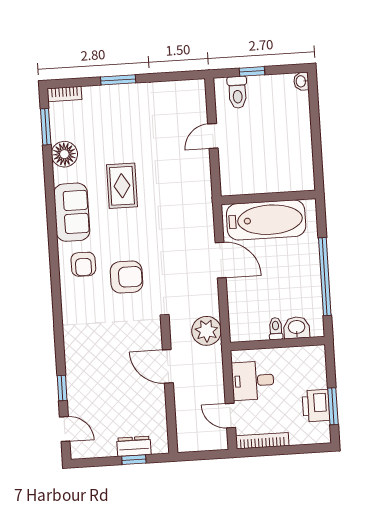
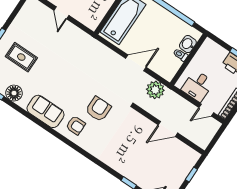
rug: (122, 186) -> (21, 57), moved
door: (221, 260) -> (136, 63), moved
door: (168, 366) -> (168, 129), moved
dresser: (134, 446) -> (185, 170), removed

